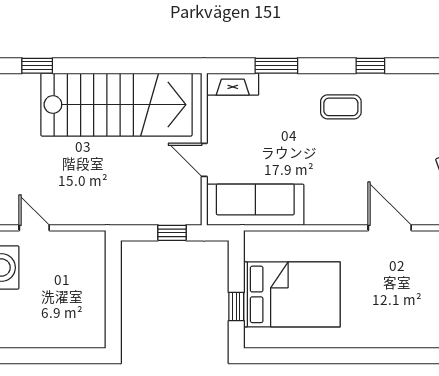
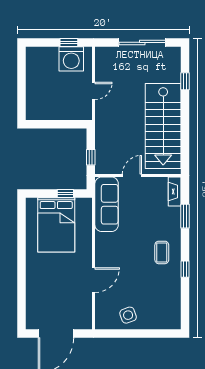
door: (34, 228) -> (94, 91), moved
window: (236, 306) -> (65, 194), moved

